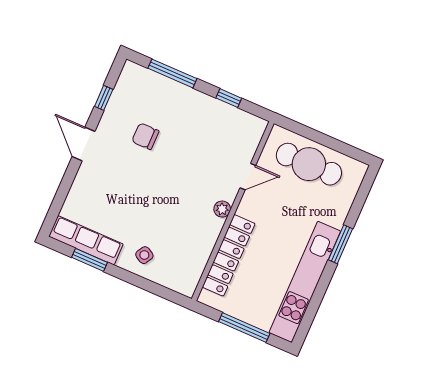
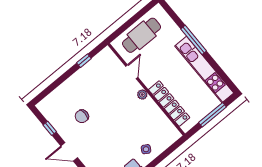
window: (172, 73) -> (55, 85), removed
window: (340, 244) -> (194, 40), width x1.44

